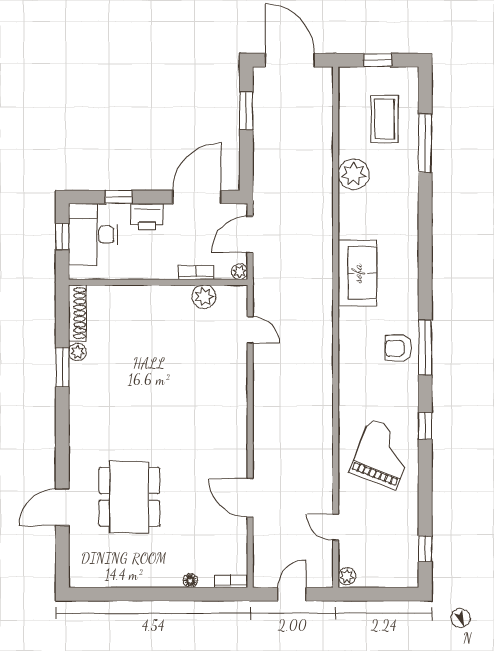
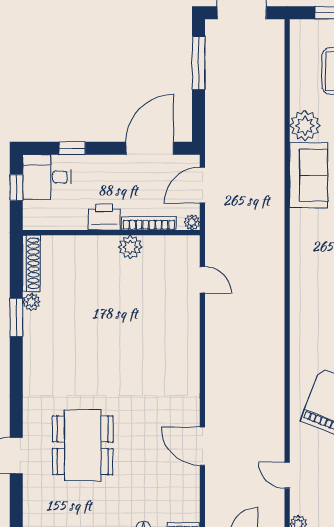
window: (246, 111) -> (199, 63), width x1.44
printer: (147, 217) -> (104, 217), moved, turned 180
desk: (93, 234) -> (47, 177), width x0.73
bookcase: (196, 273) -> (149, 223), width x1.56
sofa: (357, 273) -> (309, 175), moved
plant: (204, 297) -> (130, 247), moved

